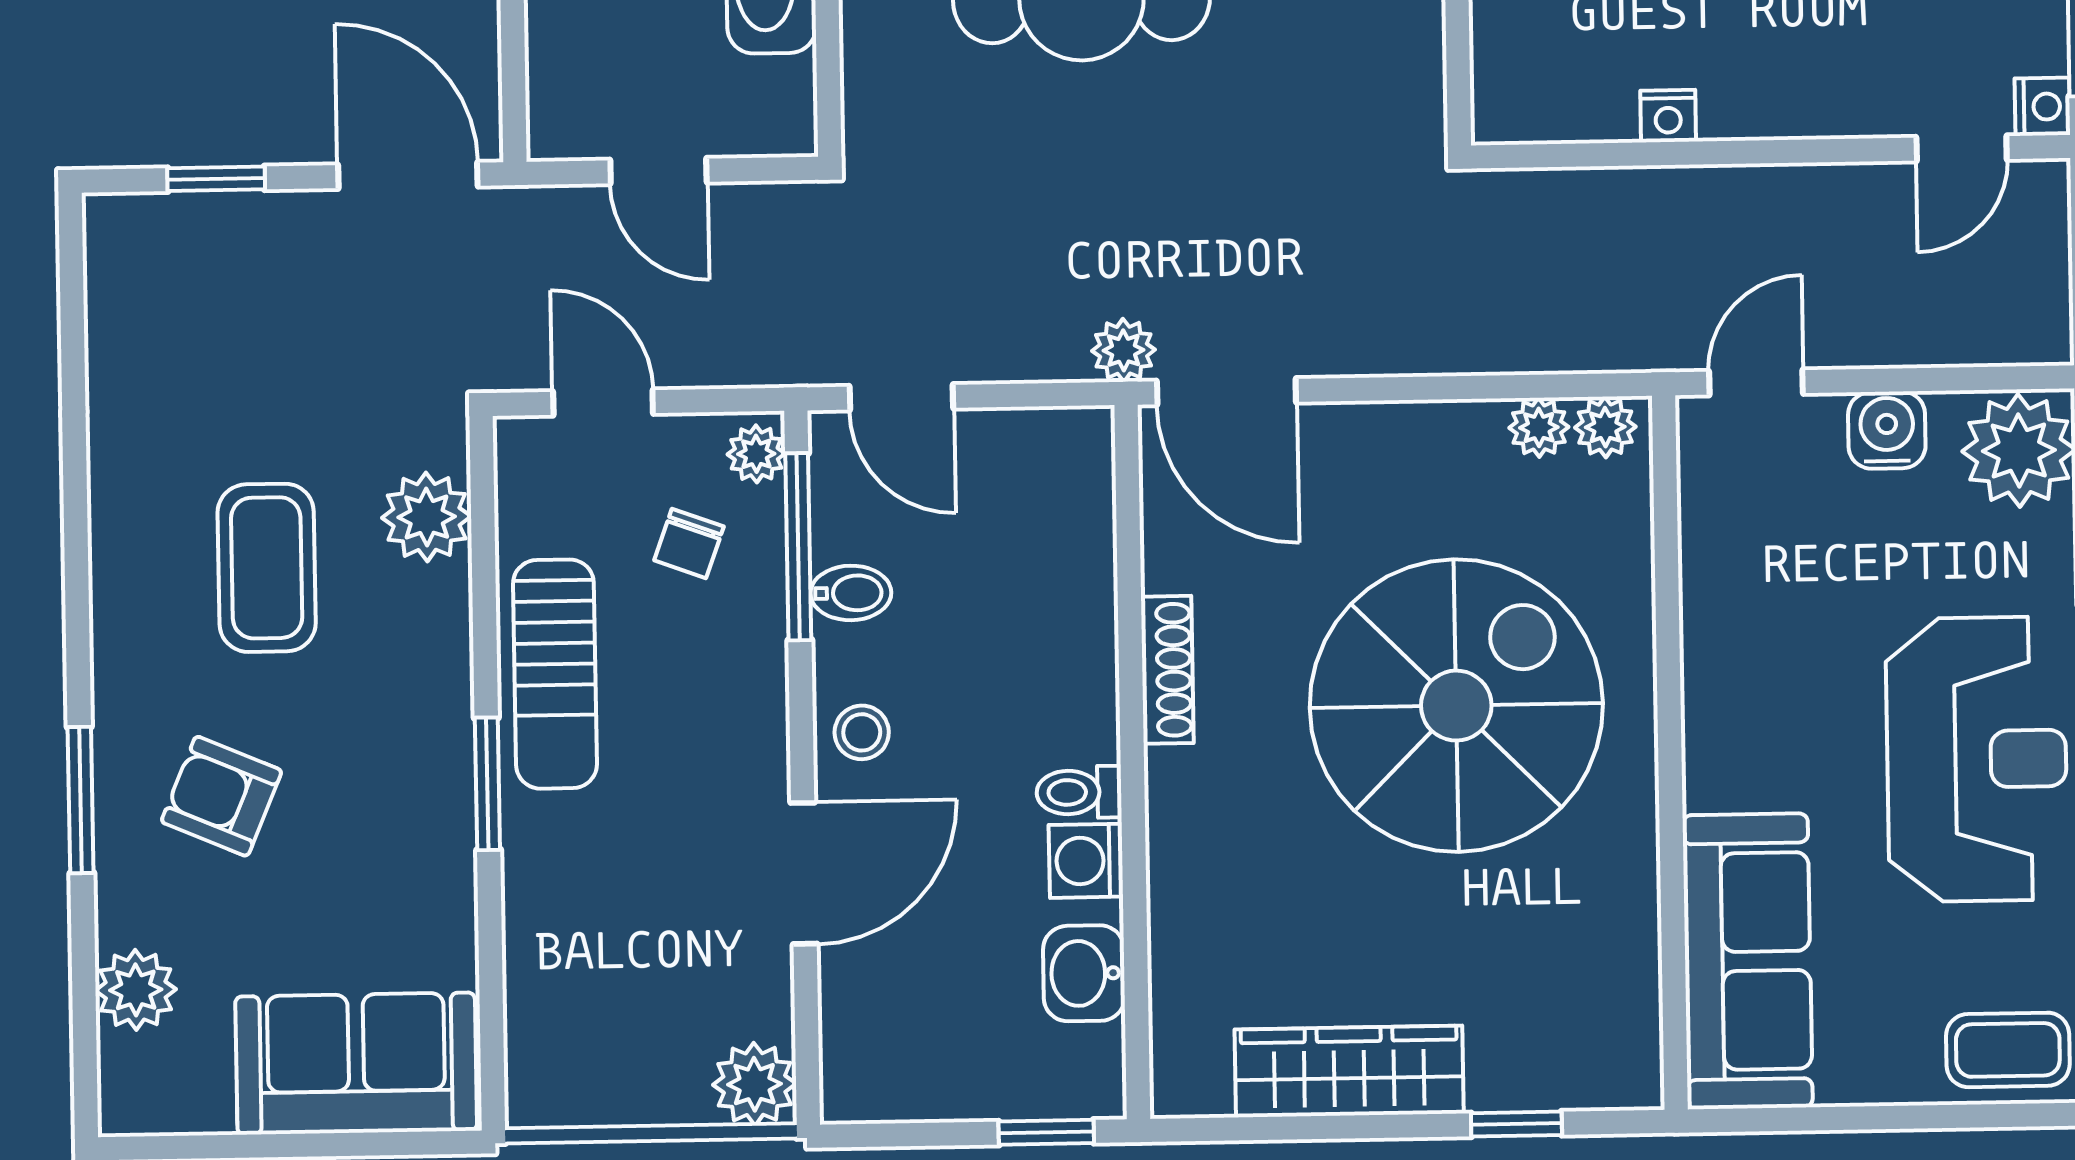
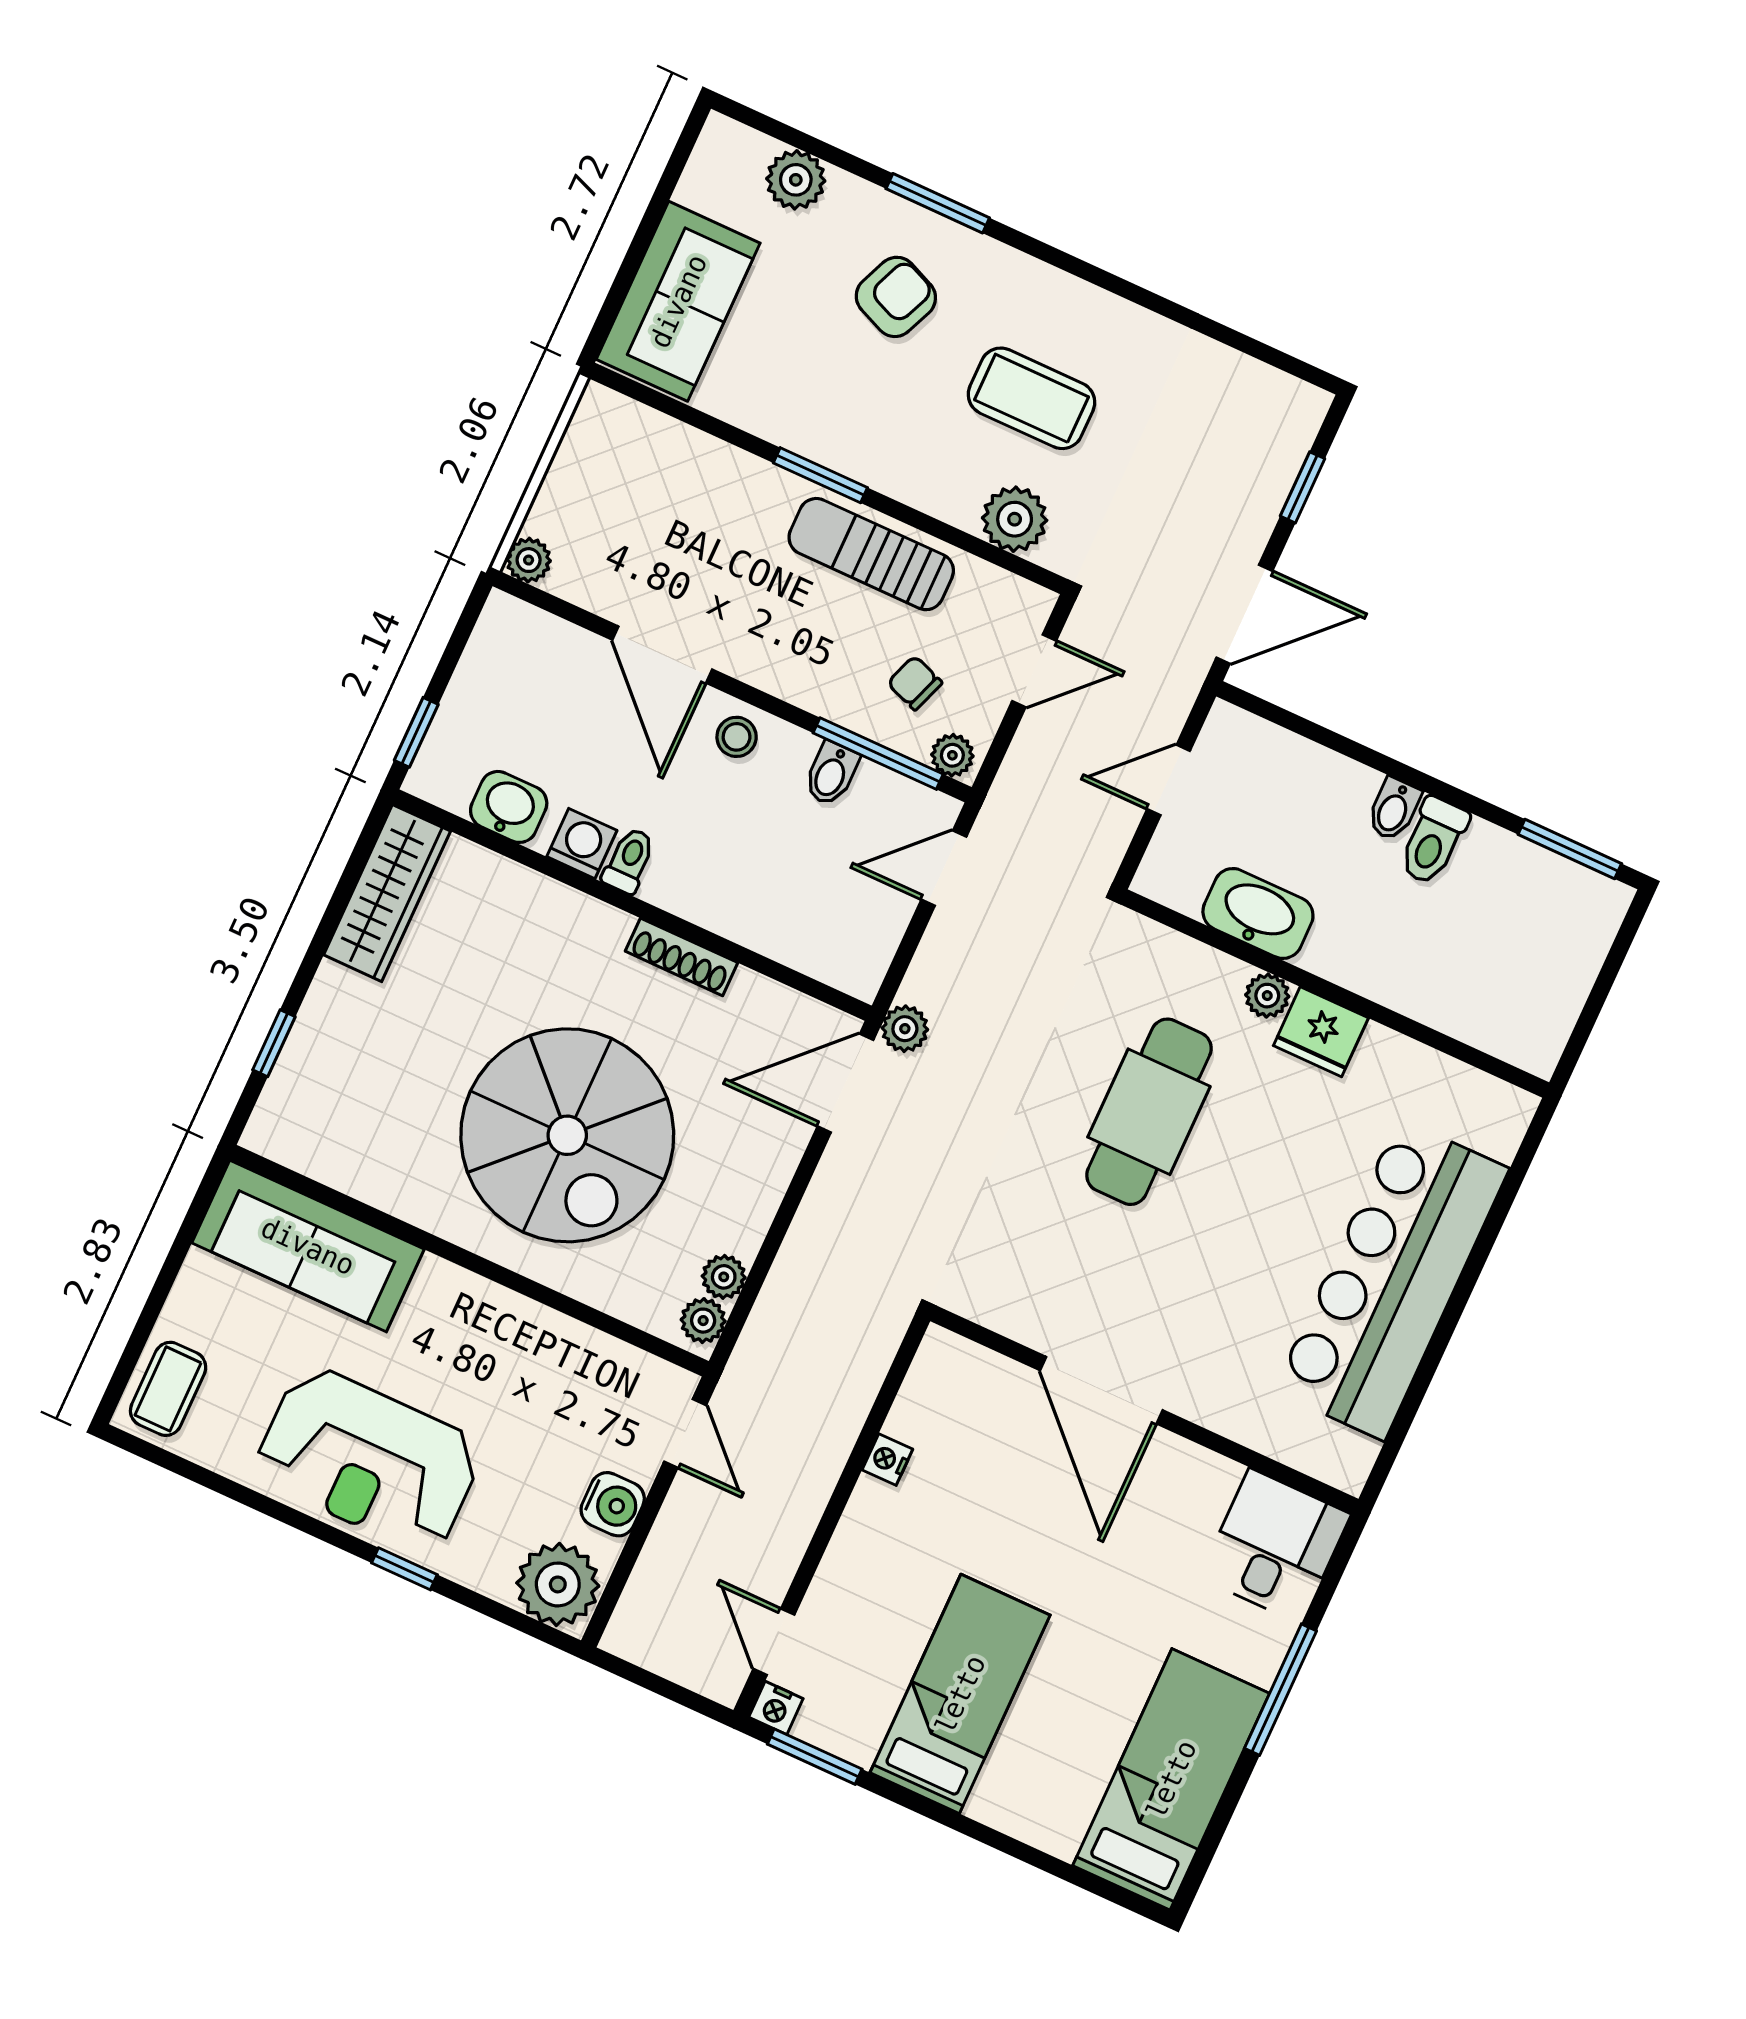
wardrobe: (1349, 1071) -> (387, 893), moved
plant: (754, 1084) -> (529, 560), width x0.73, depth x0.73

